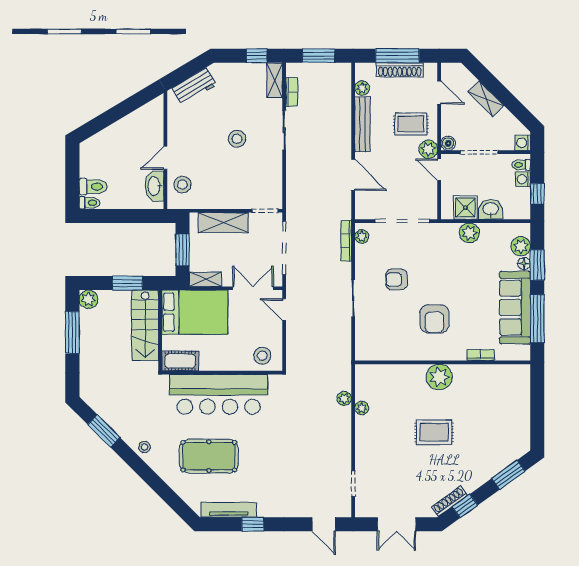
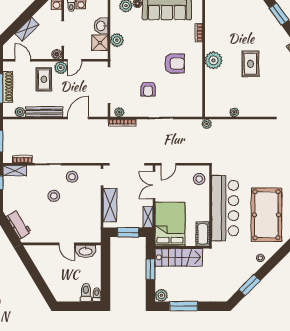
door: (439, 93) -> (23, 60), hinge flipped
stool: (182, 185) -> (72, 177), moved
plant: (344, 398) -> (207, 124), moved
pool table: (209, 456) -> (266, 215), width x1.36, depth x1.32

